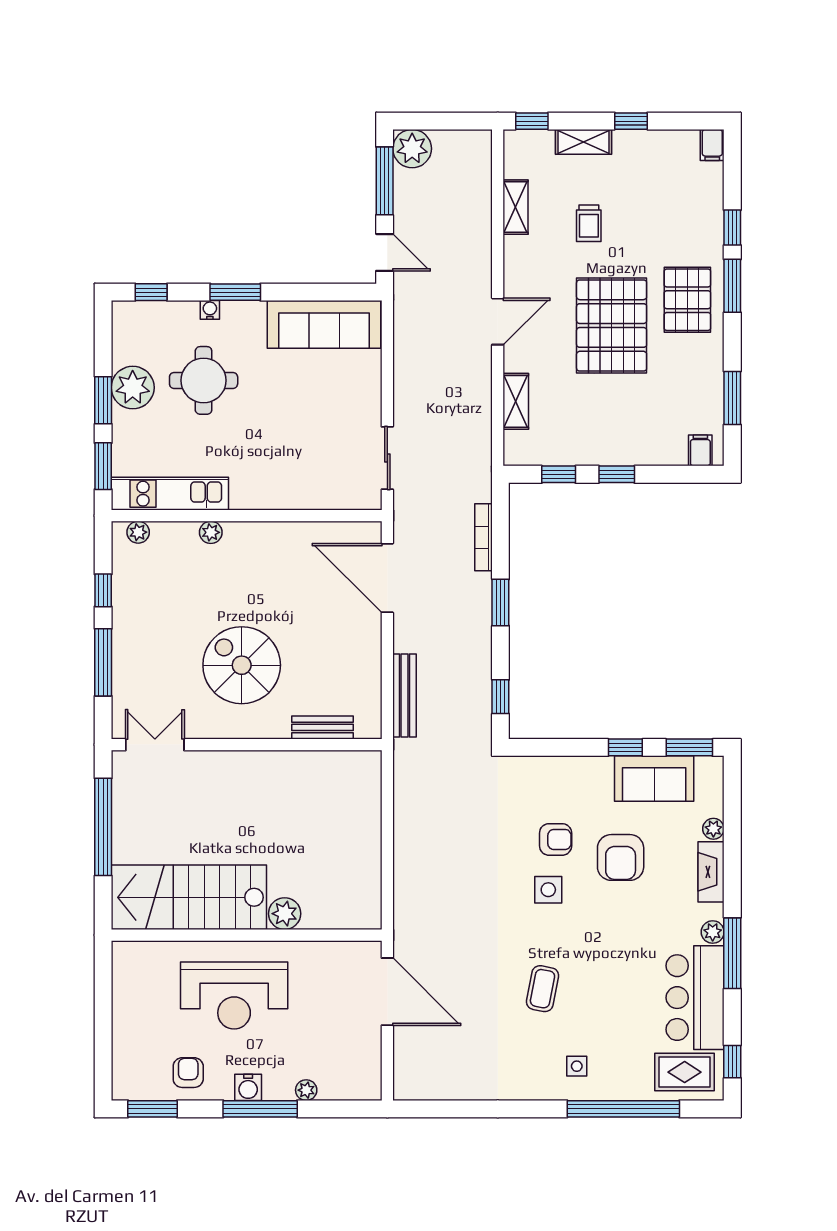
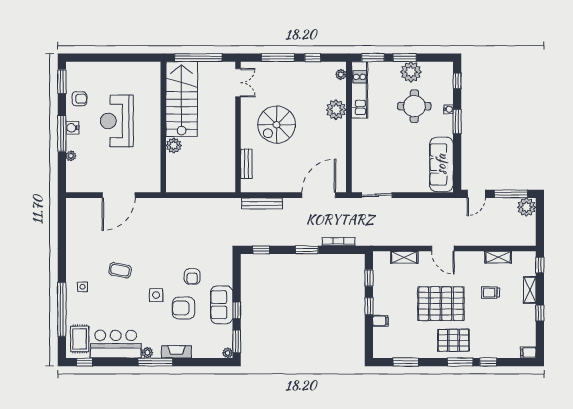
filing cabinet: (700, 450) -> (380, 321), moved
plant: (211, 532) -> (336, 110), width x1.88, depth x1.88
spiral stairs: (242, 665) -> (277, 125), turned 180
sofa: (654, 778) -> (222, 305), moved
plant: (713, 829) -> (228, 353), moved
side table: (548, 890) -> (156, 295), moved
stairs: (189, 897) -> (182, 99), moved
plant: (285, 914) -> (174, 145), moved
wall: (247, 935) -> (163, 127), moved
window: (732, 953) -> (155, 362), moved

